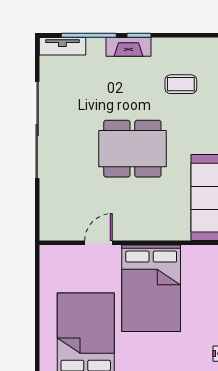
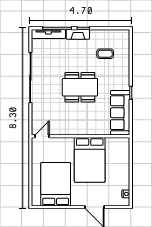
tv unit: (62, 46) -> (48, 34), width x1.41
door: (99, 243) -> (42, 136), moved

